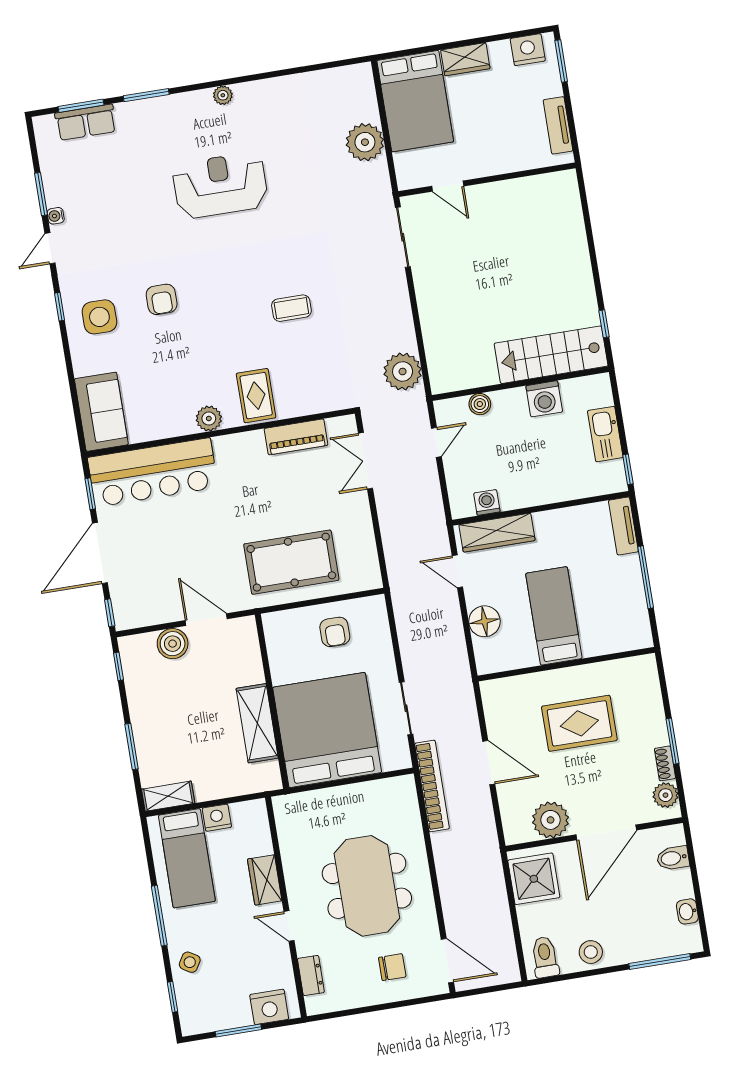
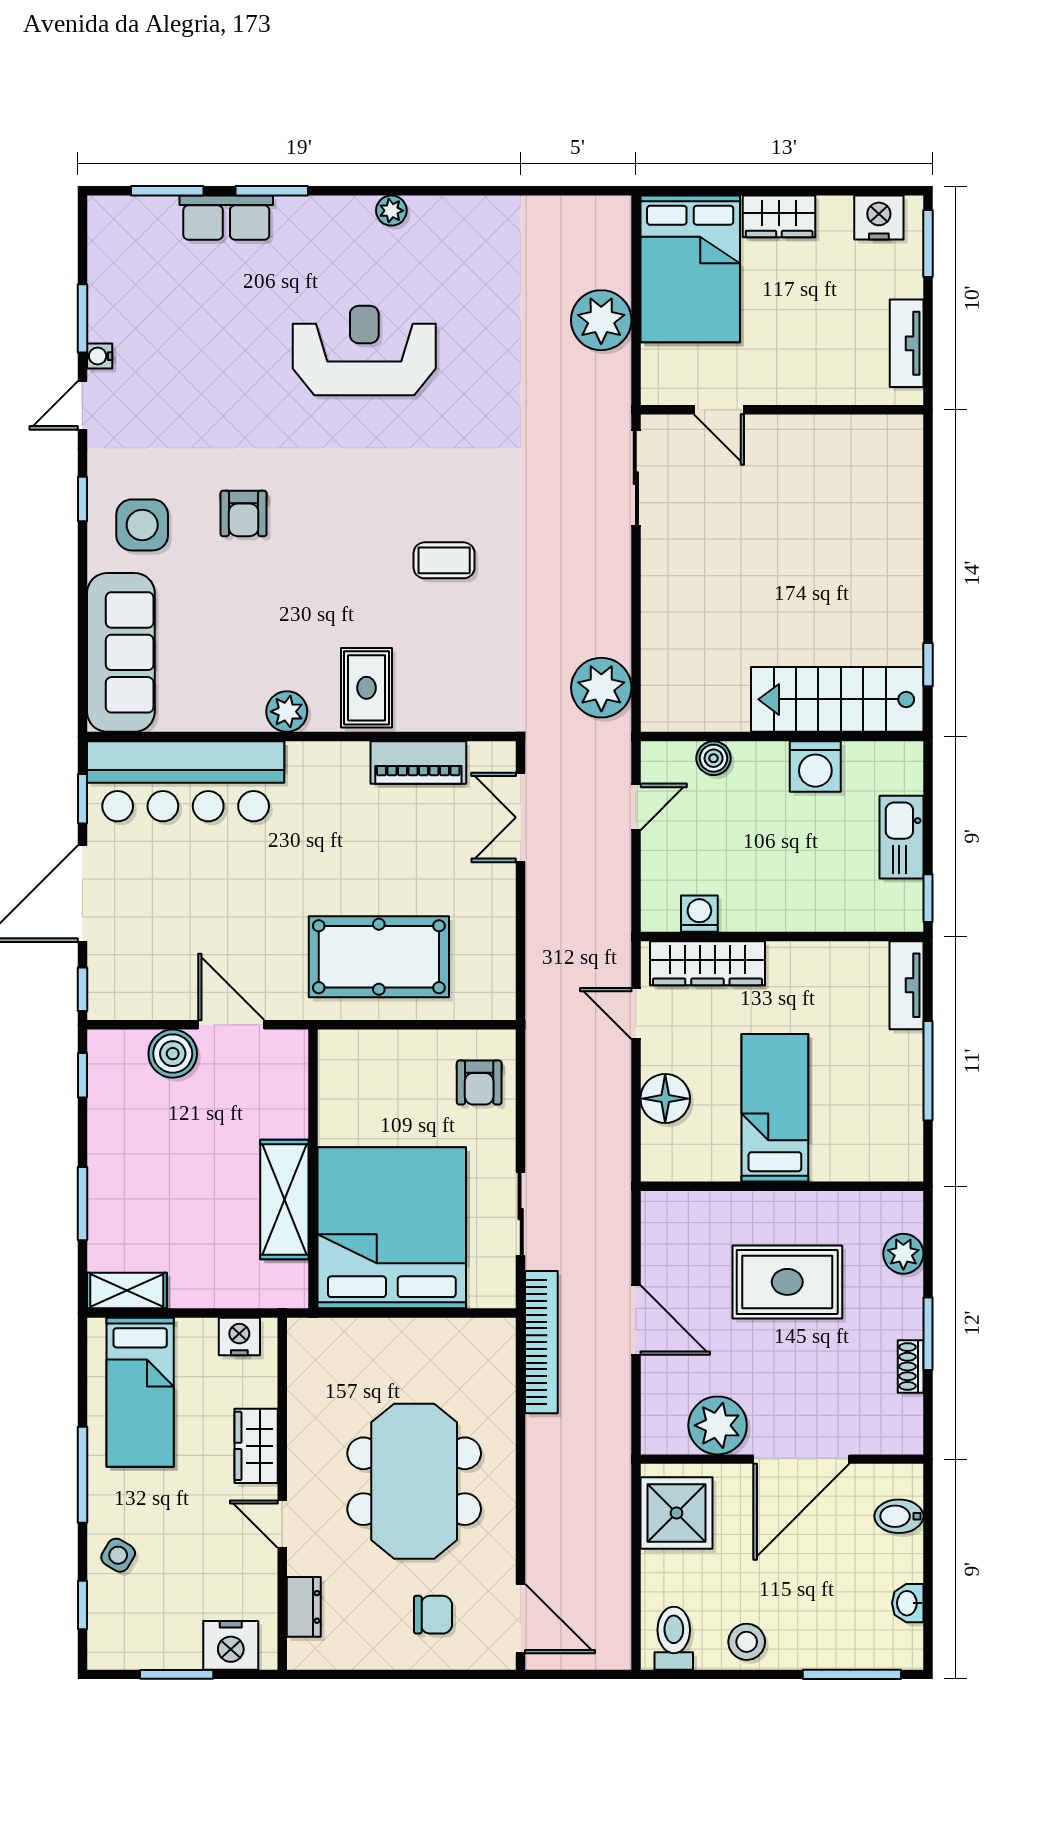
row of seats: (86, 122) -> (226, 218), moved
sofa: (101, 412) -> (121, 652), width x1.36
armchair: (335, 632) -> (479, 1083), moved
plant: (665, 795) -> (903, 1254), moved
nightstand: (217, 818) -> (239, 1337), moved

